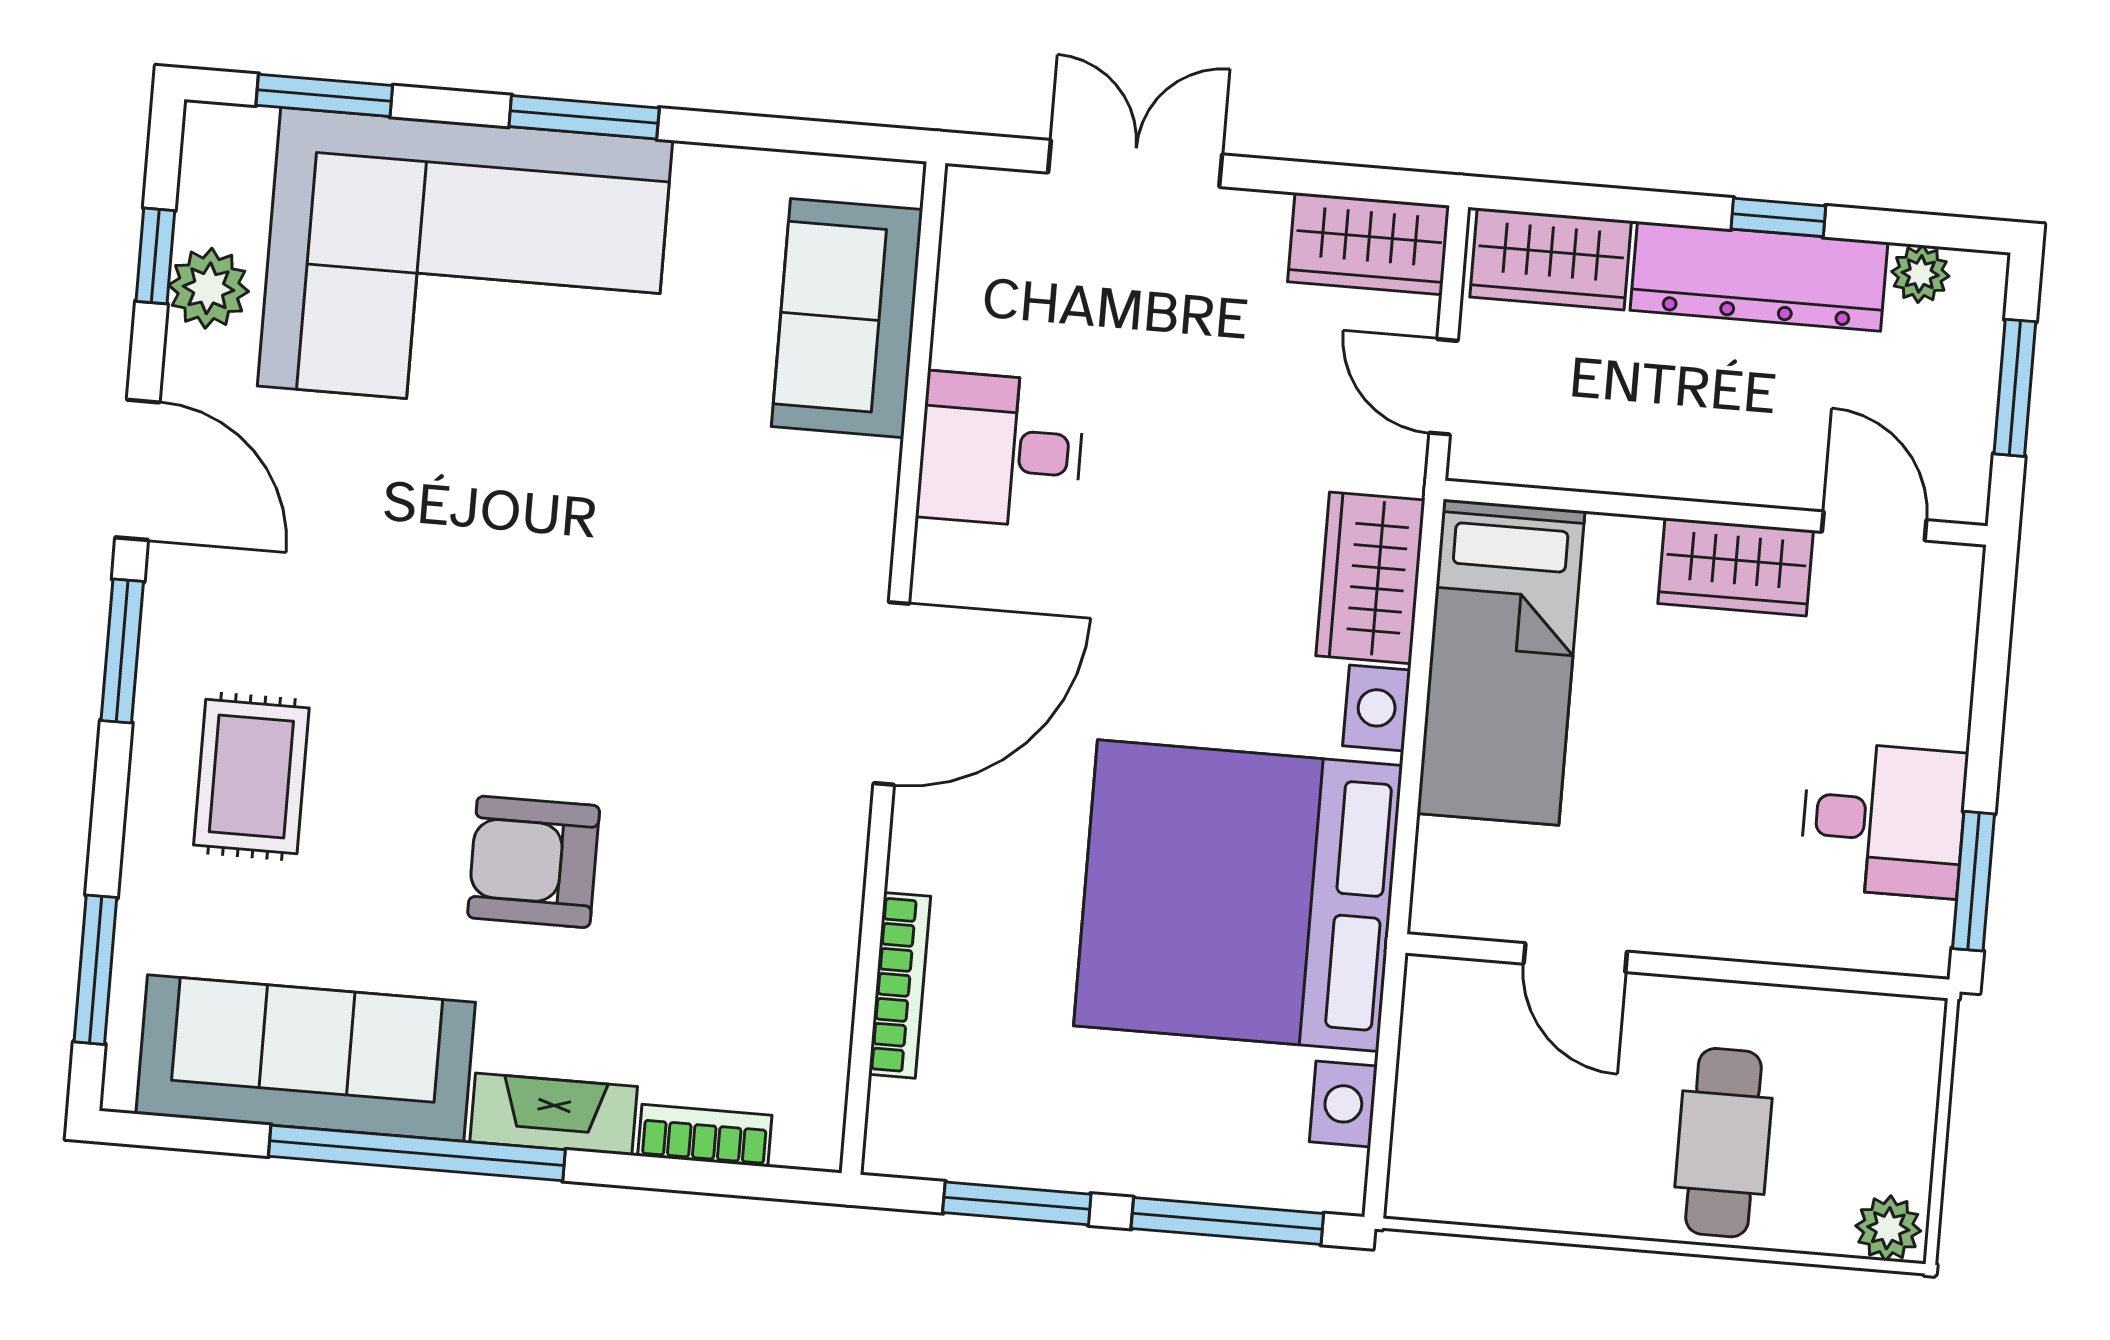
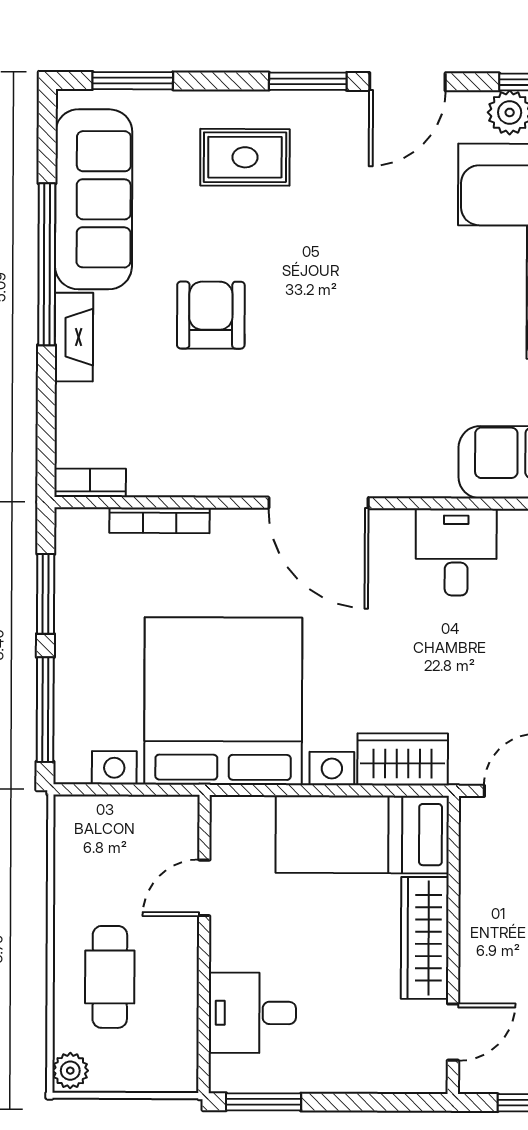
wardrobe: (1736, 567) -> (425, 938), width x1.50
desk: (1883, 820) -> (252, 1013), moved, turned 90
bookcase: (705, 1136) -> (90, 483), moved, turned -90
cafe table: (1723, 1143) -> (110, 977), turned 90

